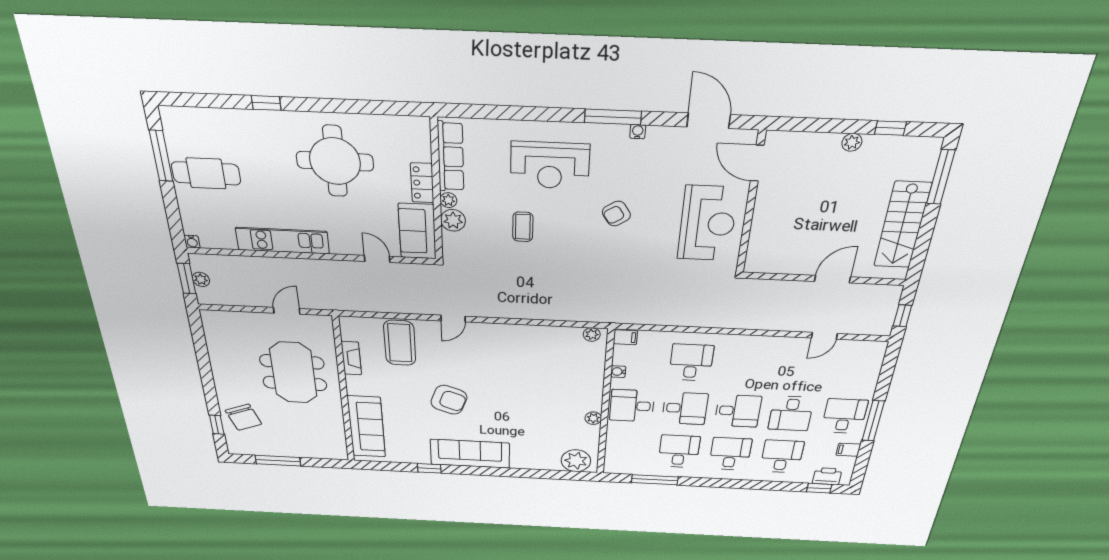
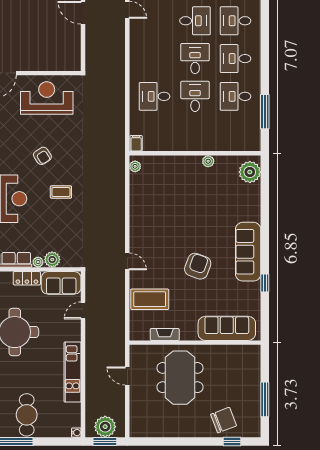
coffee table: (523, 227) -> (61, 192), moved
plant: (201, 279) -> (105, 427), width x1.88, depth x1.88
water cooler: (618, 372) -> (165, 146), removed
meeting table: (293, 373) -> (180, 378), turned 90
desk: (632, 406) -> (195, 134), removed

